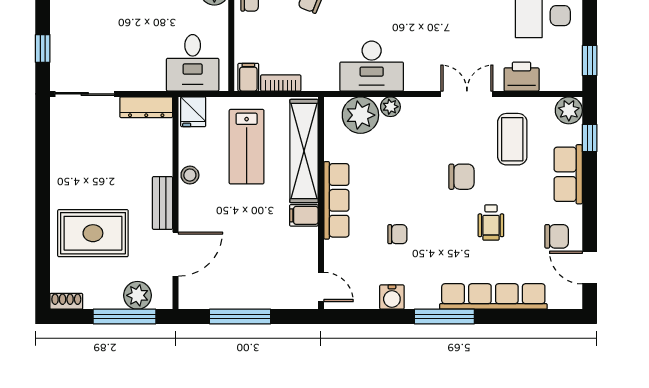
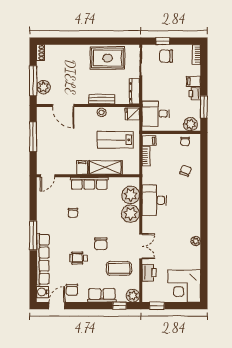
chair: (74, 41) -> (166, 56), added
plant: (390, 107) -> (130, 214), width x1.87, depth x1.87
shelving: (304, 151) -> (105, 168), width x0.68
bench: (163, 203) -> (102, 99), moved
rug: (93, 233) -> (108, 58), moved, turned 90
water cooler: (392, 297) -> (43, 292), moved

